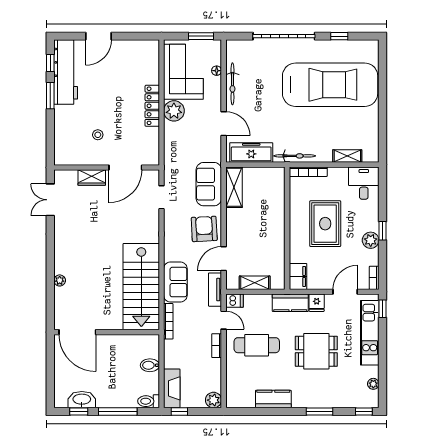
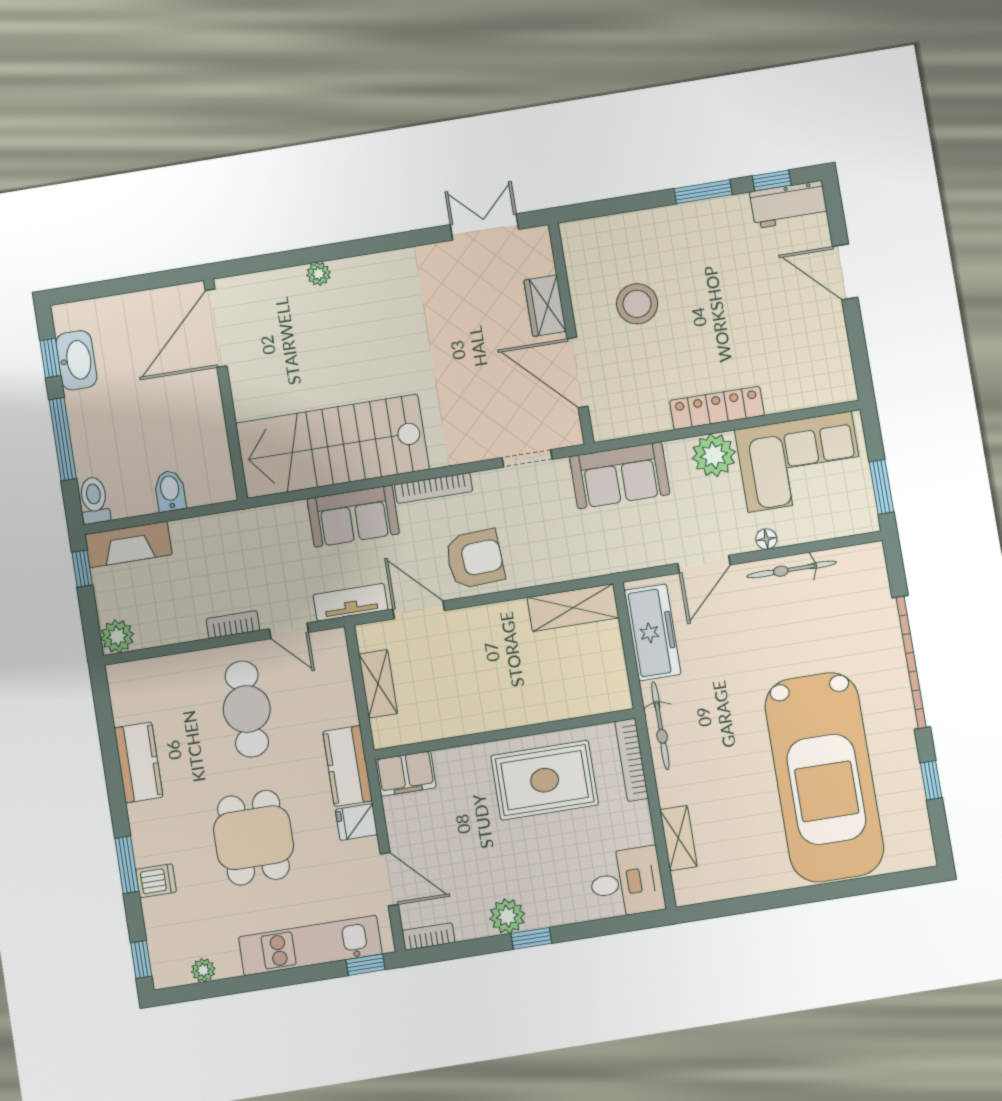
floor lamp: (217, 71) -> (766, 539), moved
workbench: (66, 72) -> (789, 204), width x0.53, depth x0.76
stool: (98, 135) -> (637, 304), width x1.89, depth x1.89
sofa: (209, 184) -> (620, 475), moved, turned 180
rug: (325, 224) -> (545, 780), moved
dishwasher: (234, 301) -> (156, 881), moved, turned -90
door: (224, 320) -> (289, 631), hinge flipped
bookcase: (168, 321) -> (434, 488), moved

